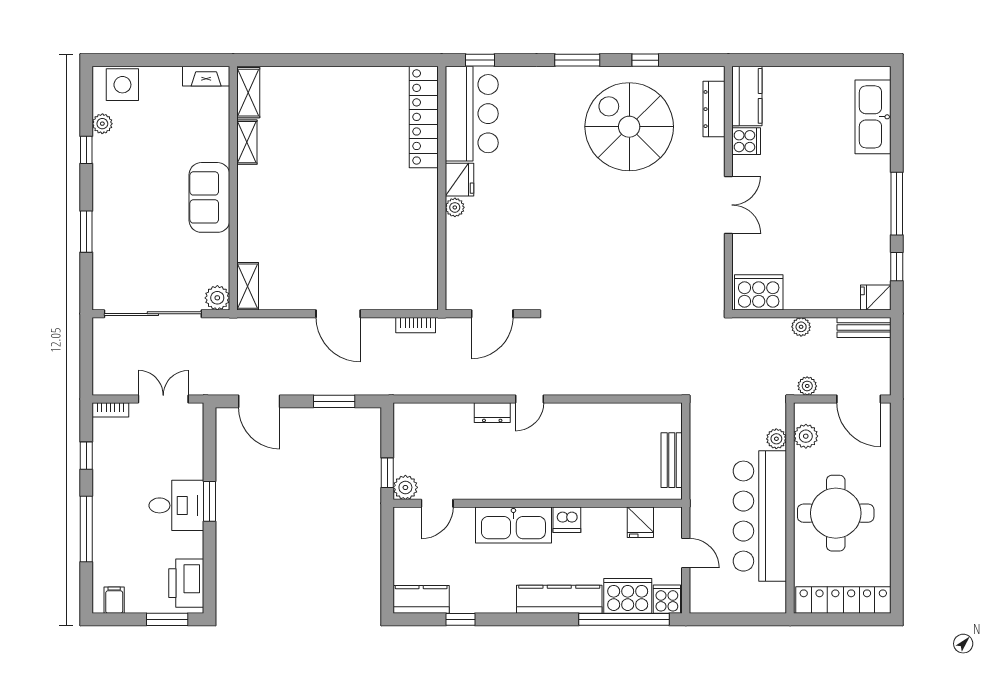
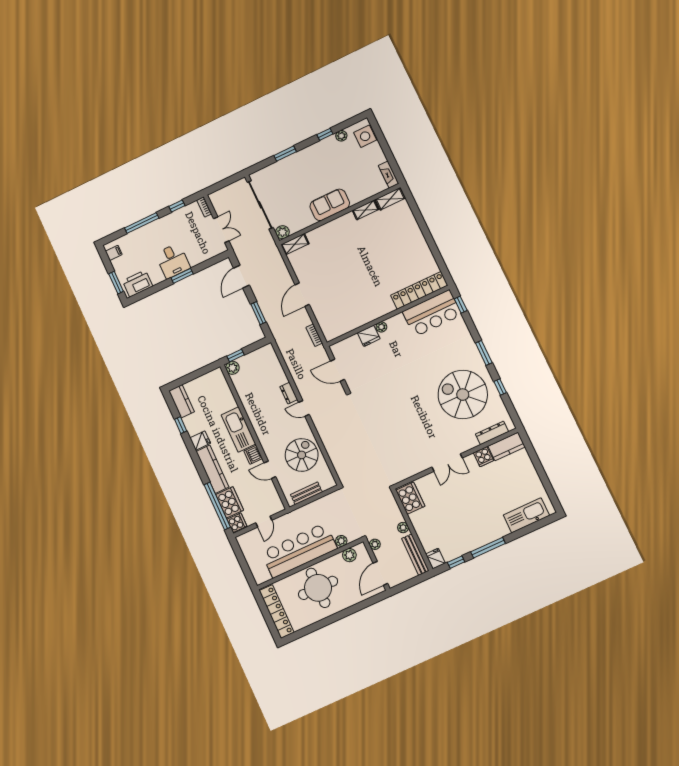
spiral stairs: (629, 127) -> (463, 395), turned -90
fridge: (459, 180) -> (369, 336), moved
bench: (864, 327) -> (415, 555), width x1.36
spiral stairs: (605, 439) -> (302, 455), added
door: (437, 503) -> (270, 470), moved
fridge: (640, 522) -> (200, 441), moved, turned 180

